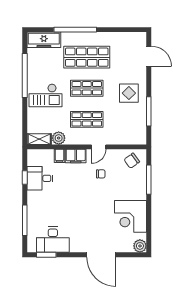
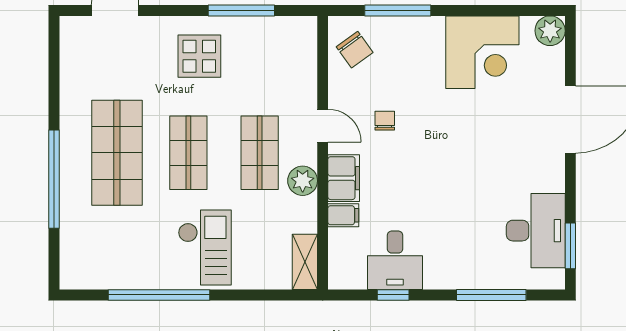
freezer: (44, 40) -> (77, 251), removed
plant: (59, 138) -> (303, 181), moved

